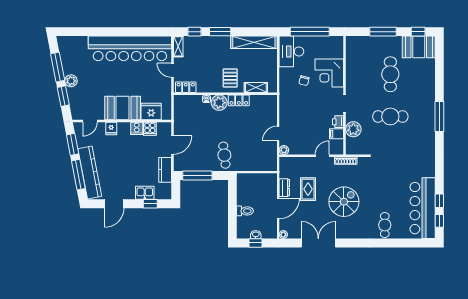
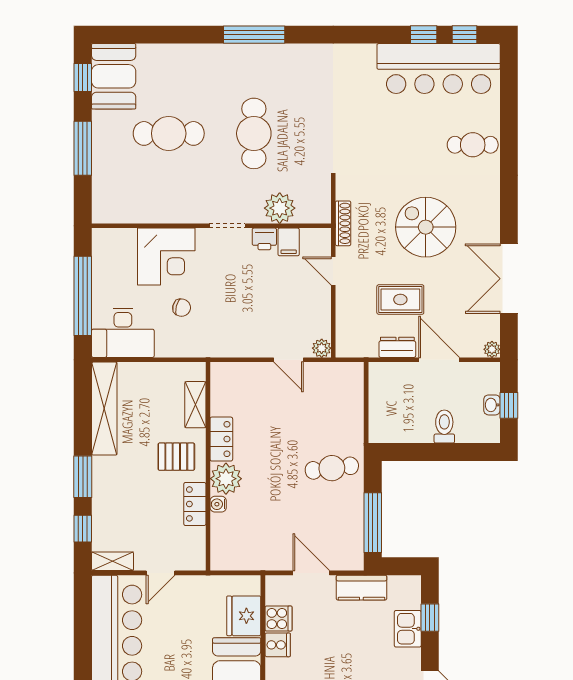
locker: (186, 87) -> (195, 504), moved

